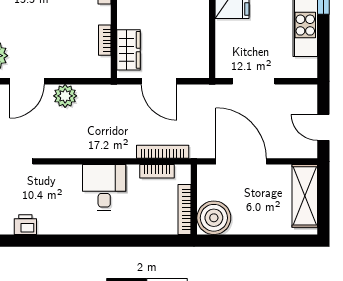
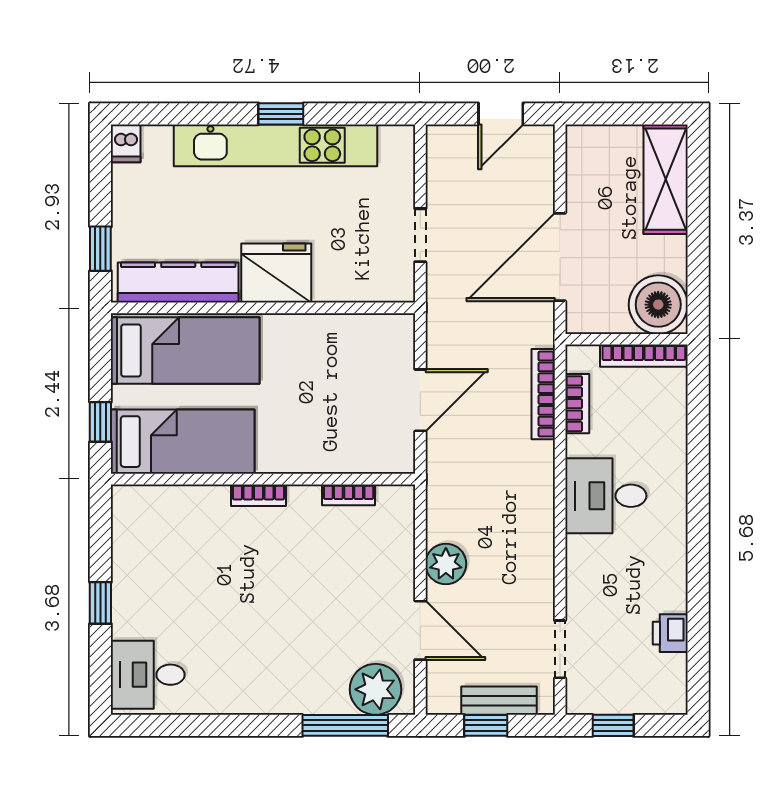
wardrobe: (129, 50) -> (366, 453), removed
doorway: (254, 81) -> (420, 235), width x0.73
shelving: (305, 196) -> (666, 179), moved, turned 90

